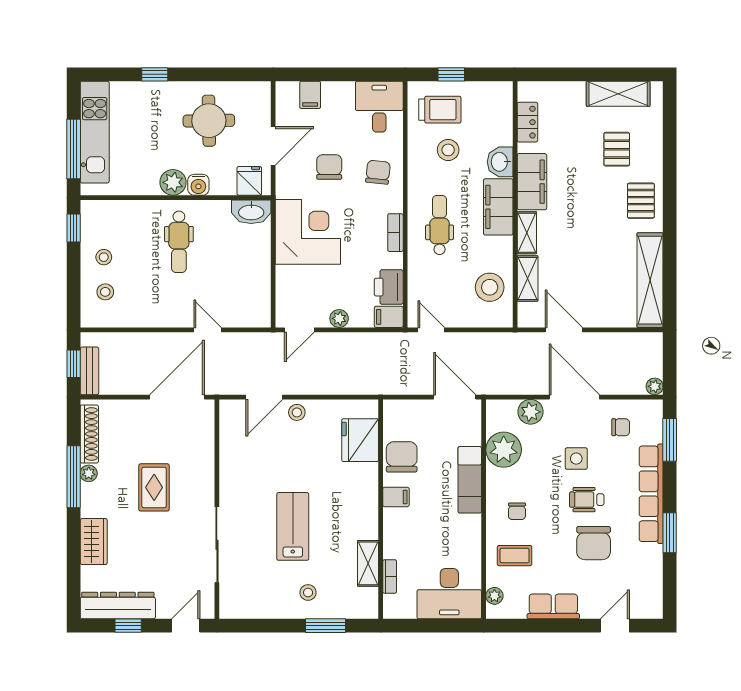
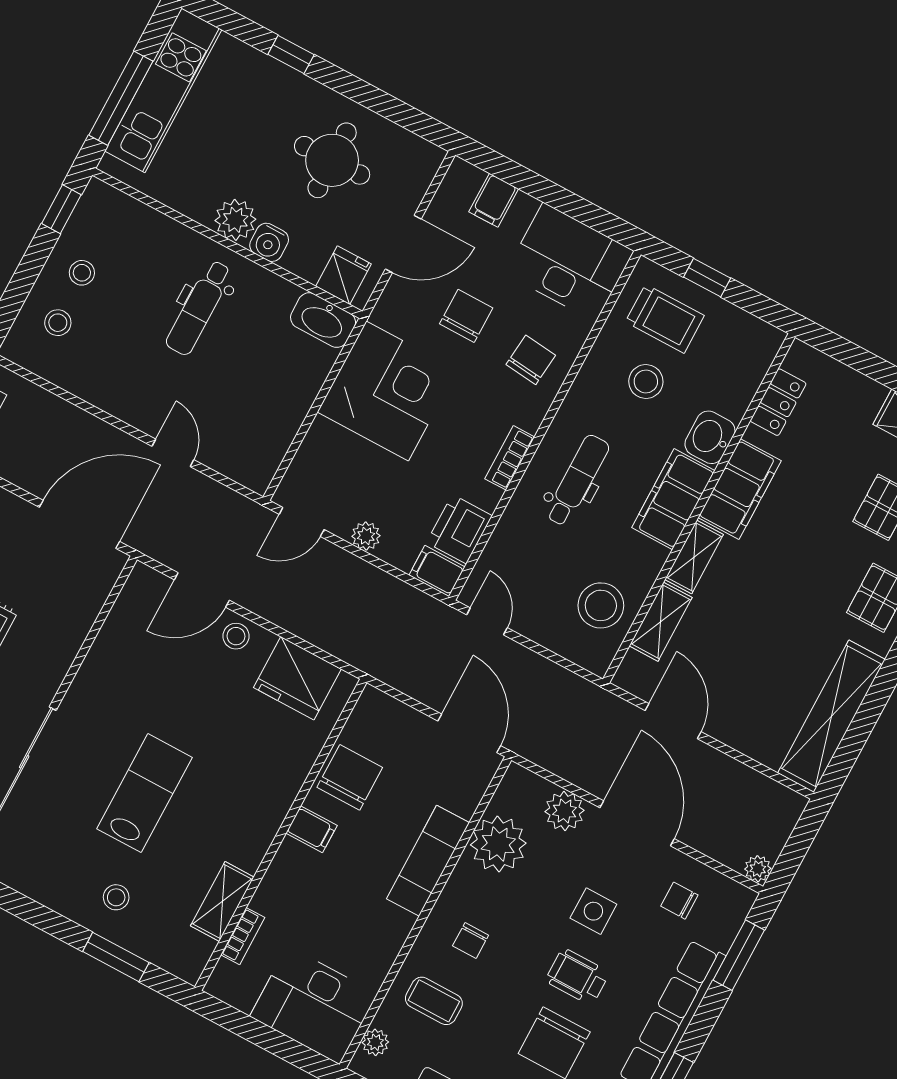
desk: (379, 107) -> (569, 262), width x1.37
chair: (621, 427) -> (679, 901), turned 180
fridge: (360, 440) -> (297, 678), moved, turned -90

